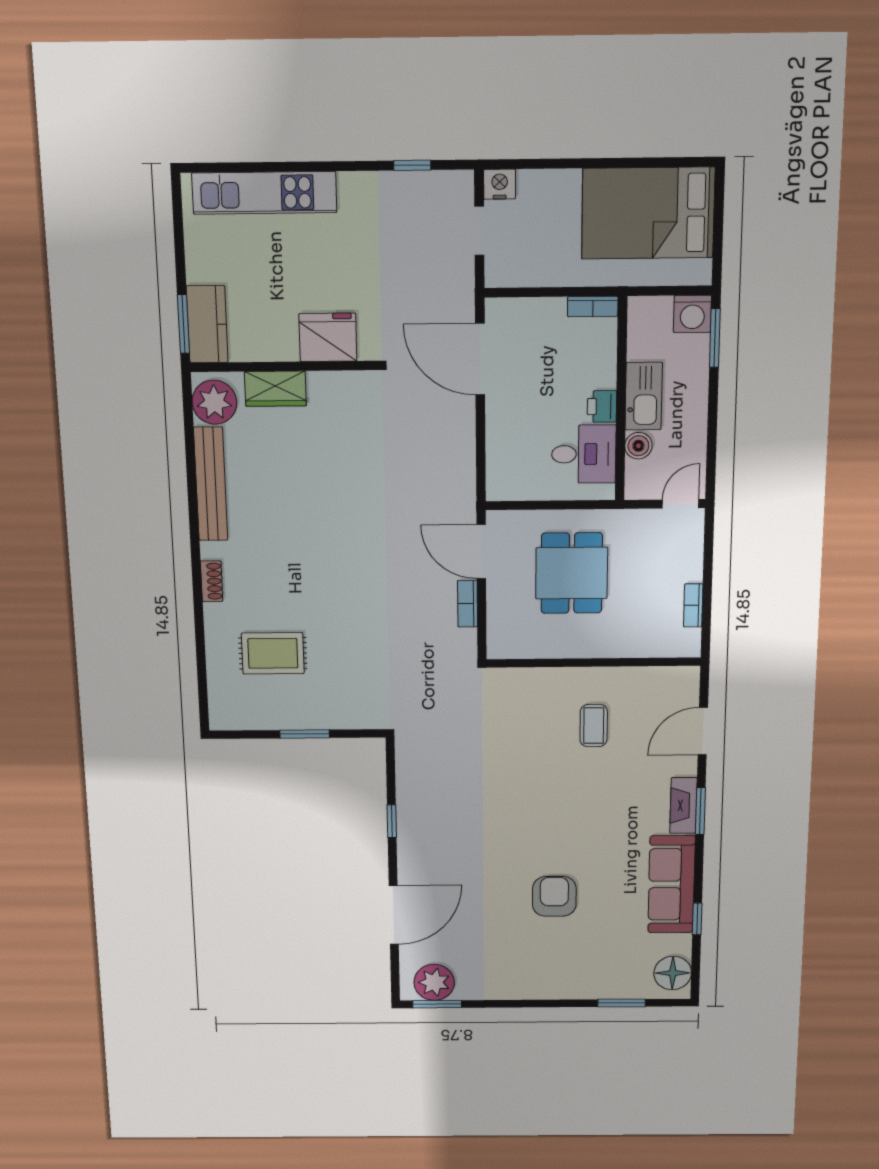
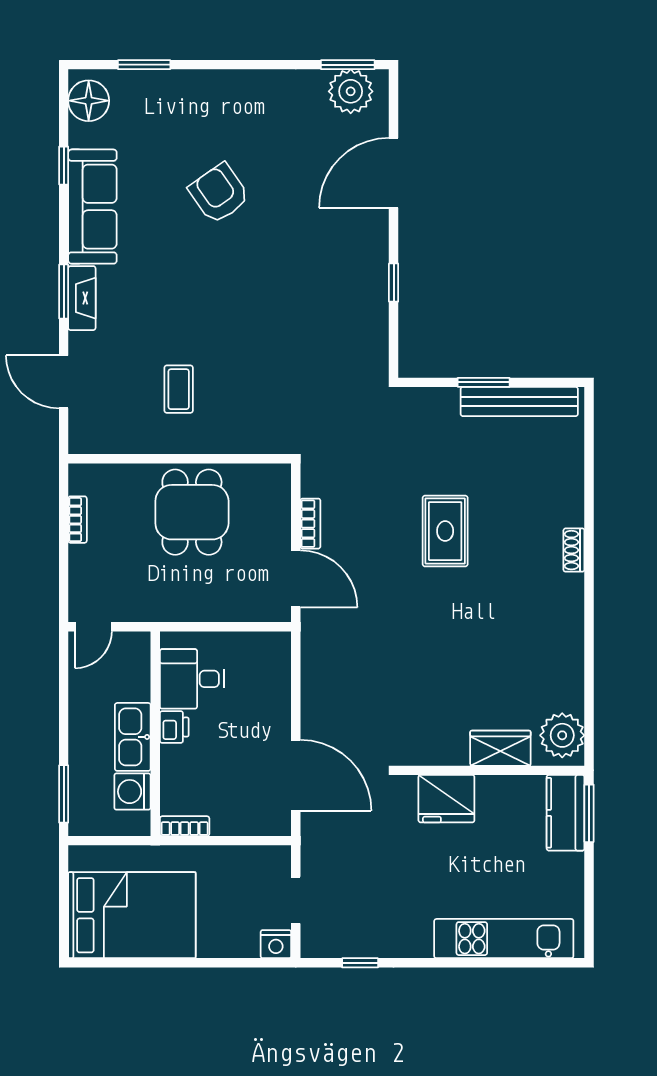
washing machine: (692, 314) -> (132, 792), moved, turned -90
boiler: (638, 446) -> (137, 687), removed
bench: (211, 484) -> (519, 402), moved, turned 90
dining table: (572, 573) -> (192, 512), moved
rug: (273, 653) -> (445, 531), moved, turned 90
door: (703, 731) -> (64, 382), swing flipped
armchair: (554, 896) -> (219, 193), turned 145

